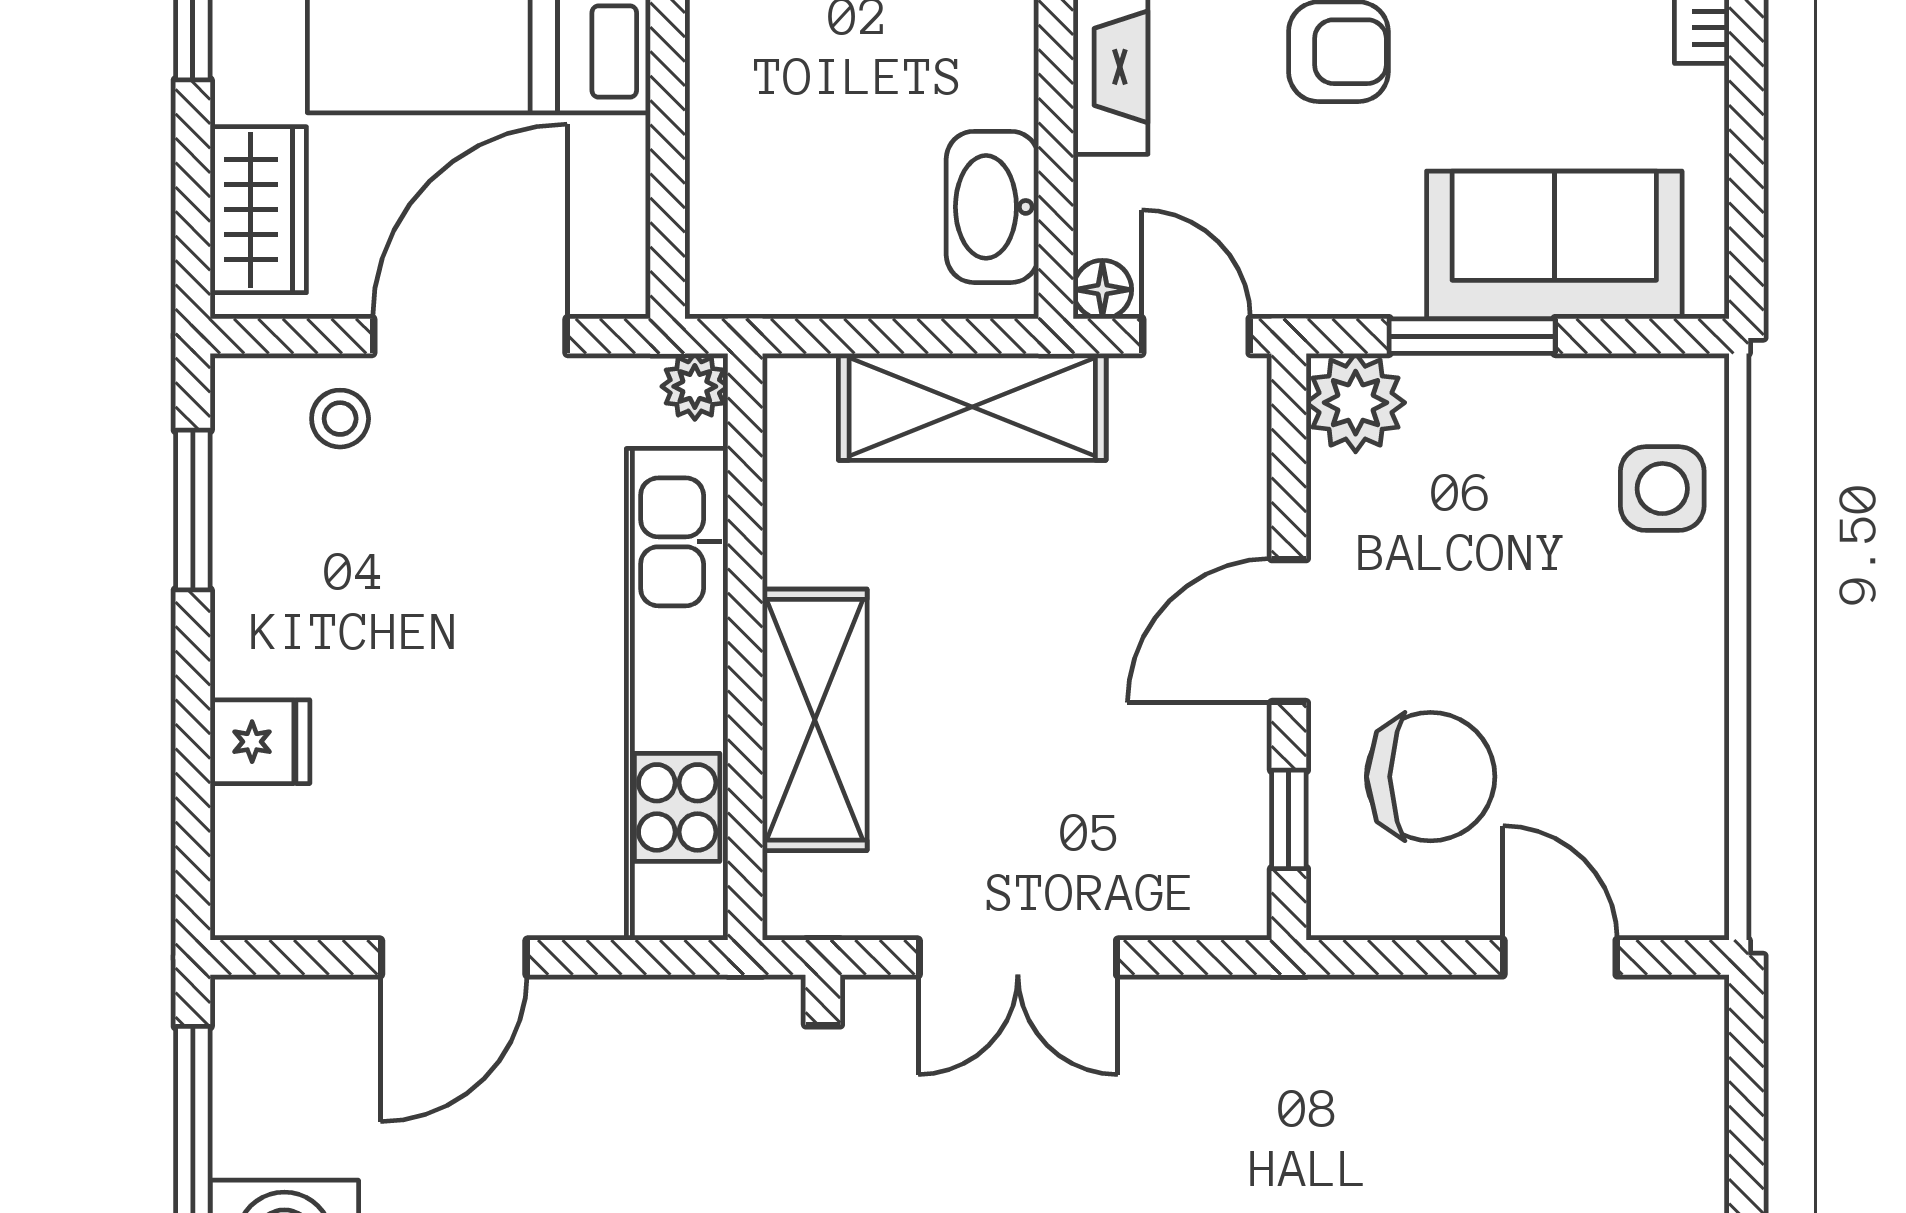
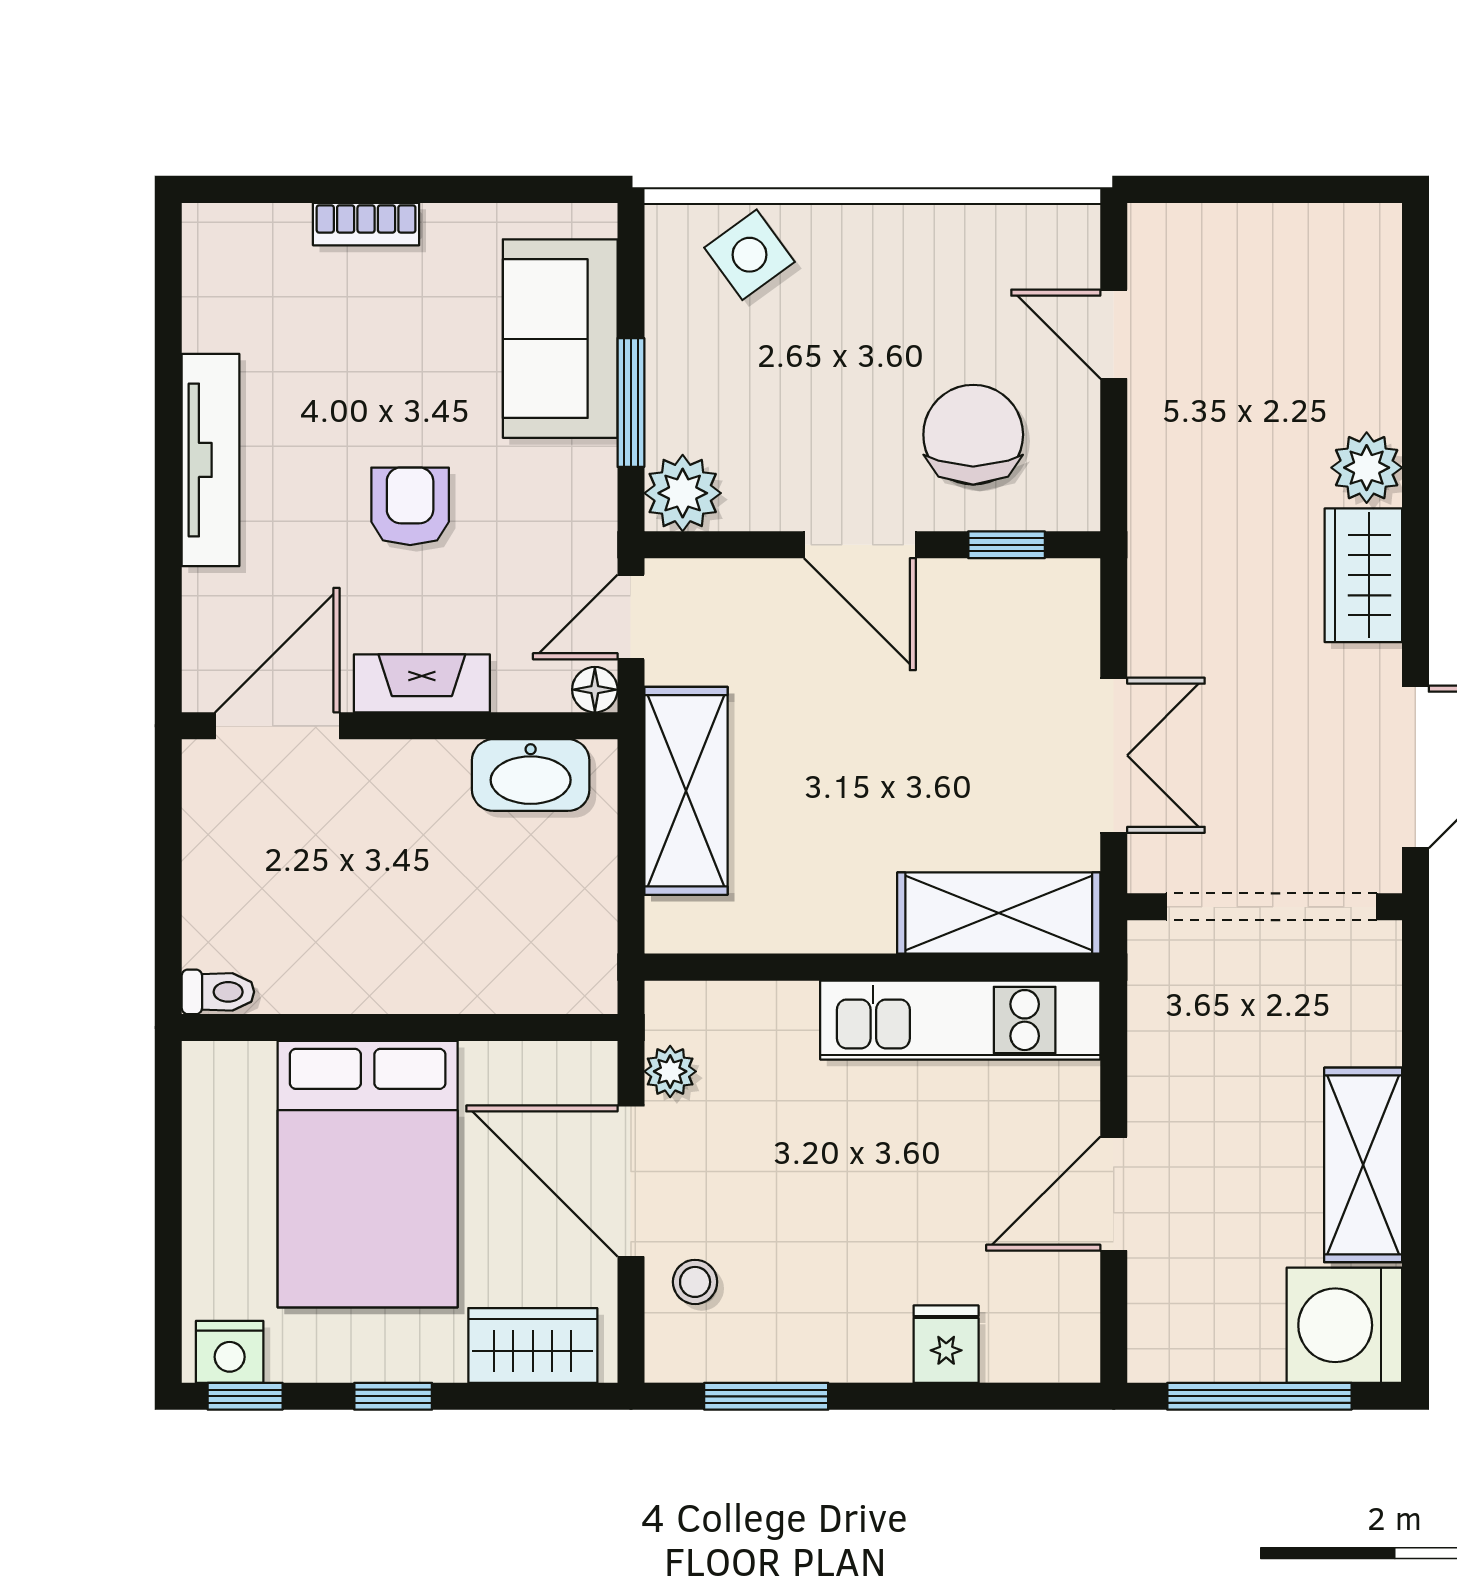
plant: (695, 386) -> (670, 1071), moved
side table: (1662, 489) -> (749, 255), turned -36
kitchen unit: (677, 694) -> (960, 1020), width x0.73
shelving: (815, 720) -> (999, 913), moved
door: (454, 957) -> (1114, 1194), swing flipped
door: (1560, 957) -> (1114, 334), hinge flipped

